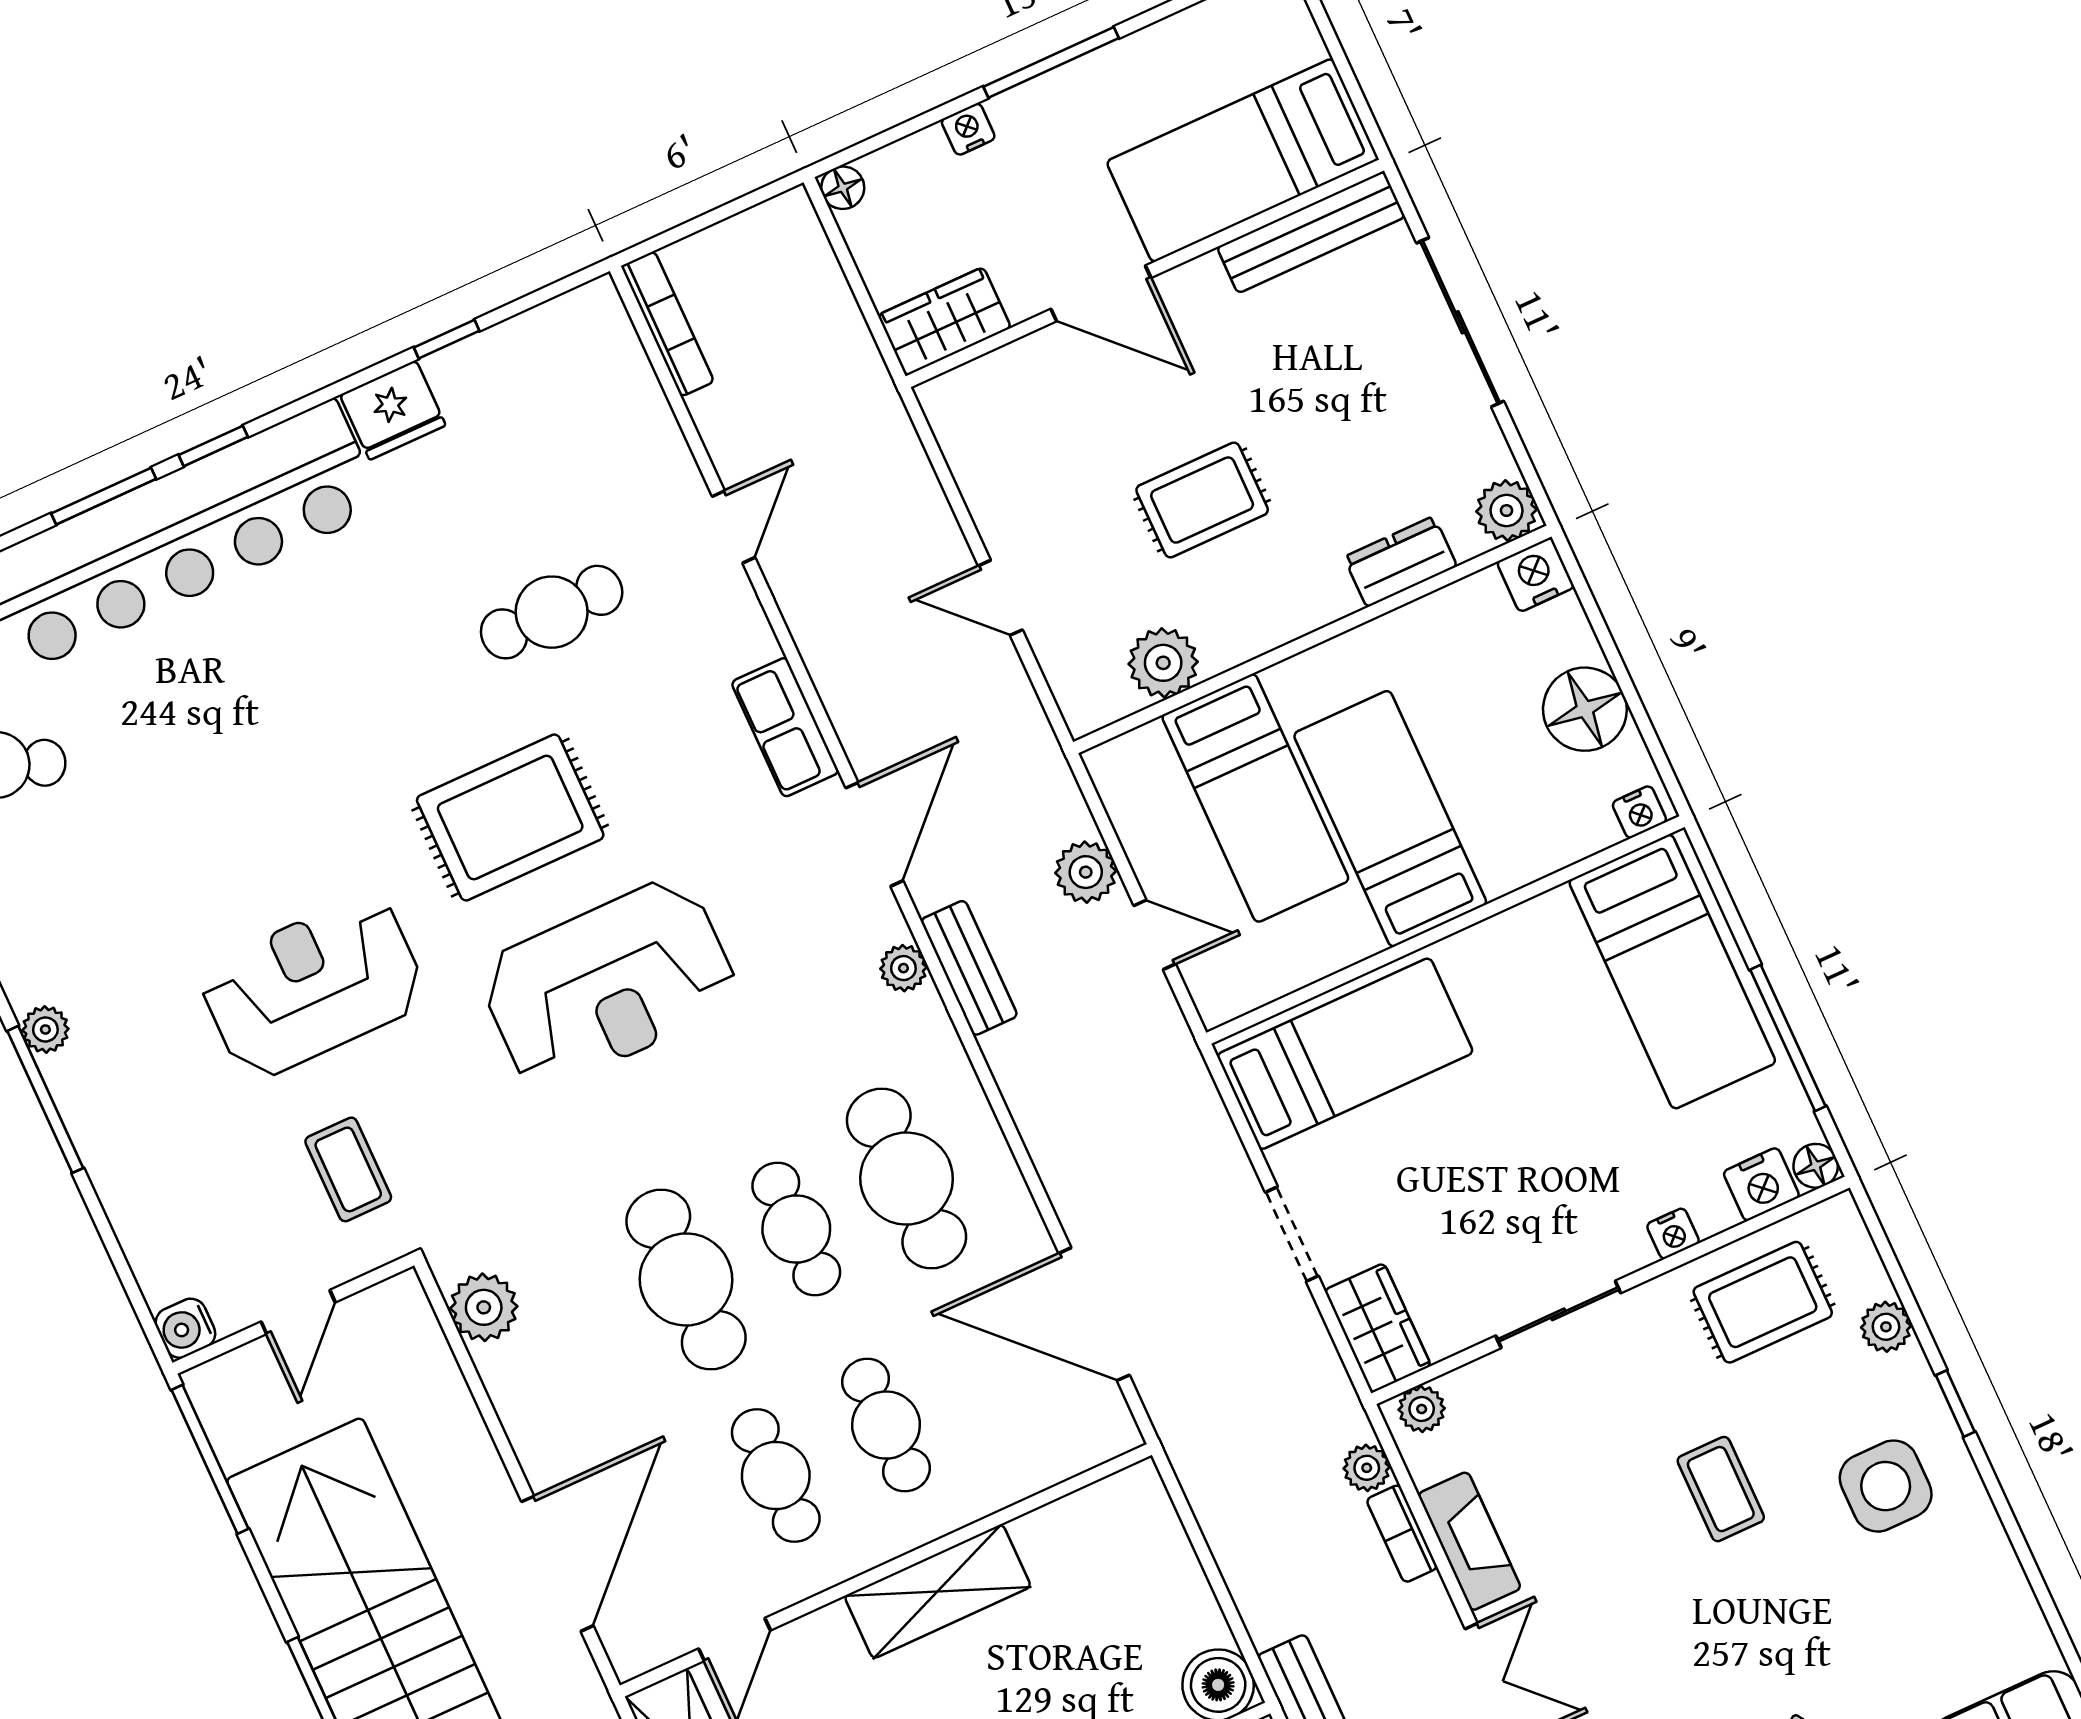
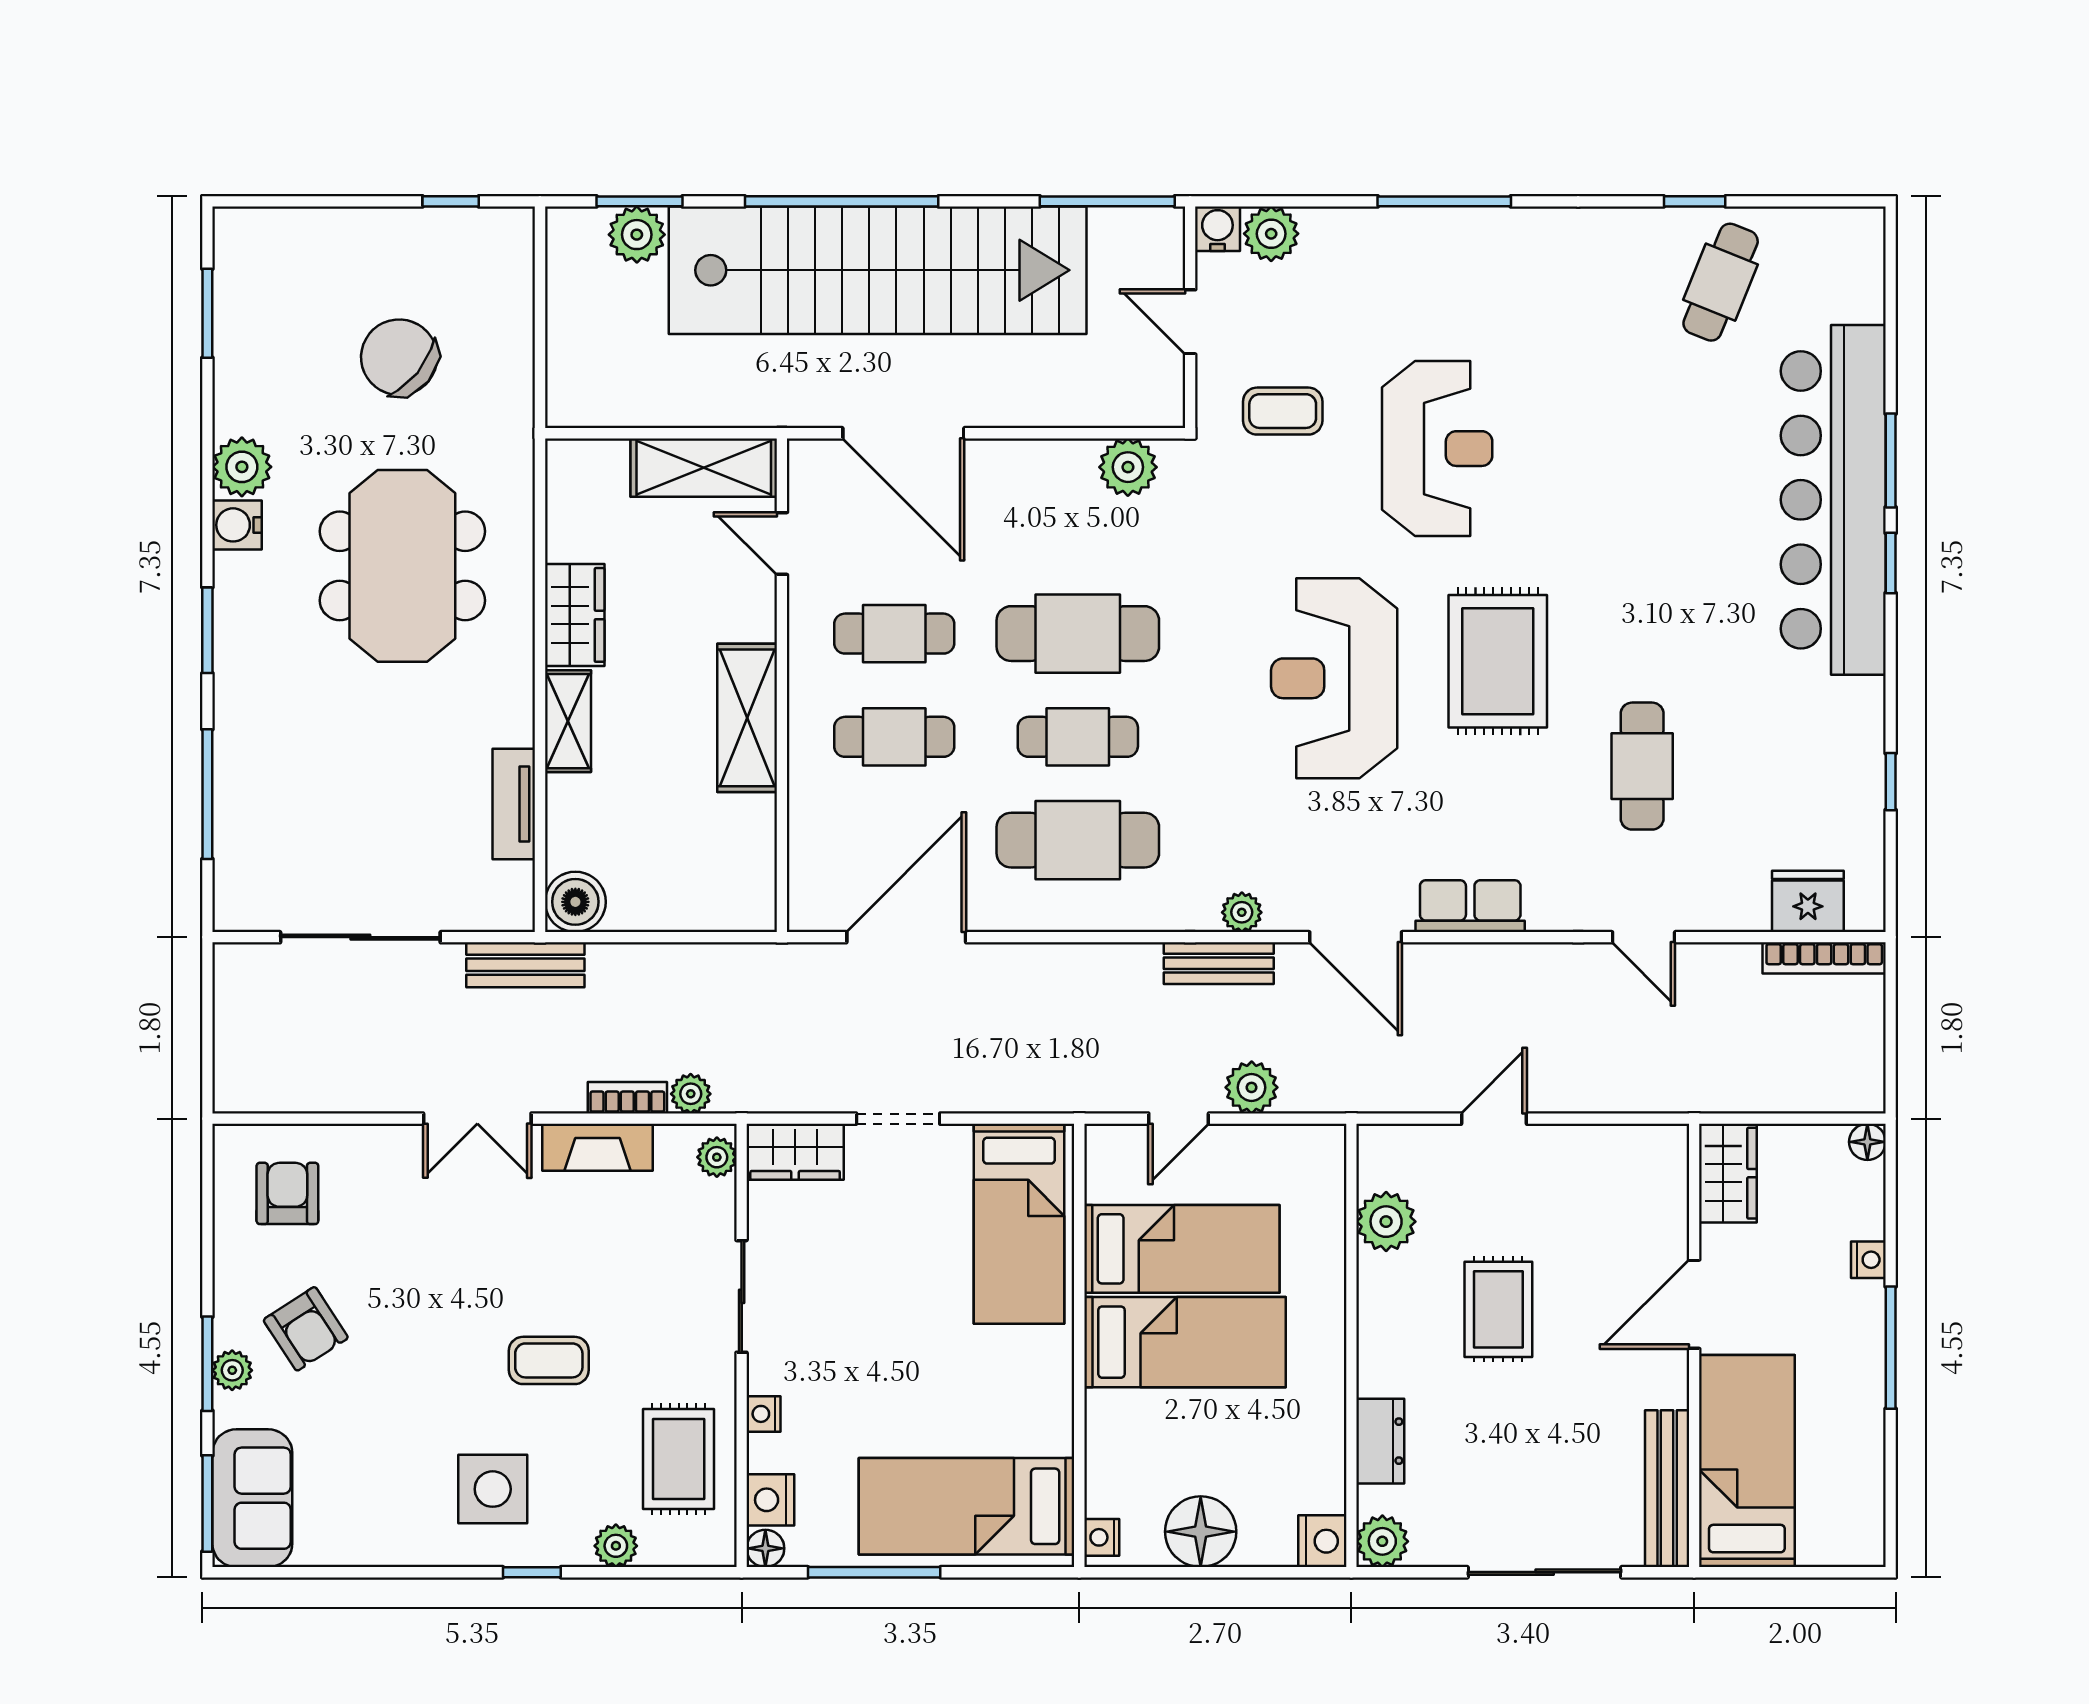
fridge: (393, 410) -> (1808, 901), moved, turned 90
bed: (1255, 798) -> (1182, 1249), moved, turned 180
plant: (45, 1029) -> (1271, 234), moved, width x1.38, depth x1.38

